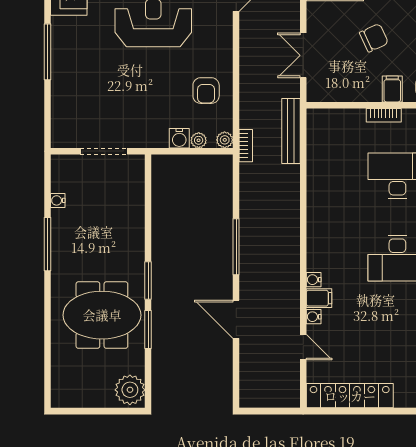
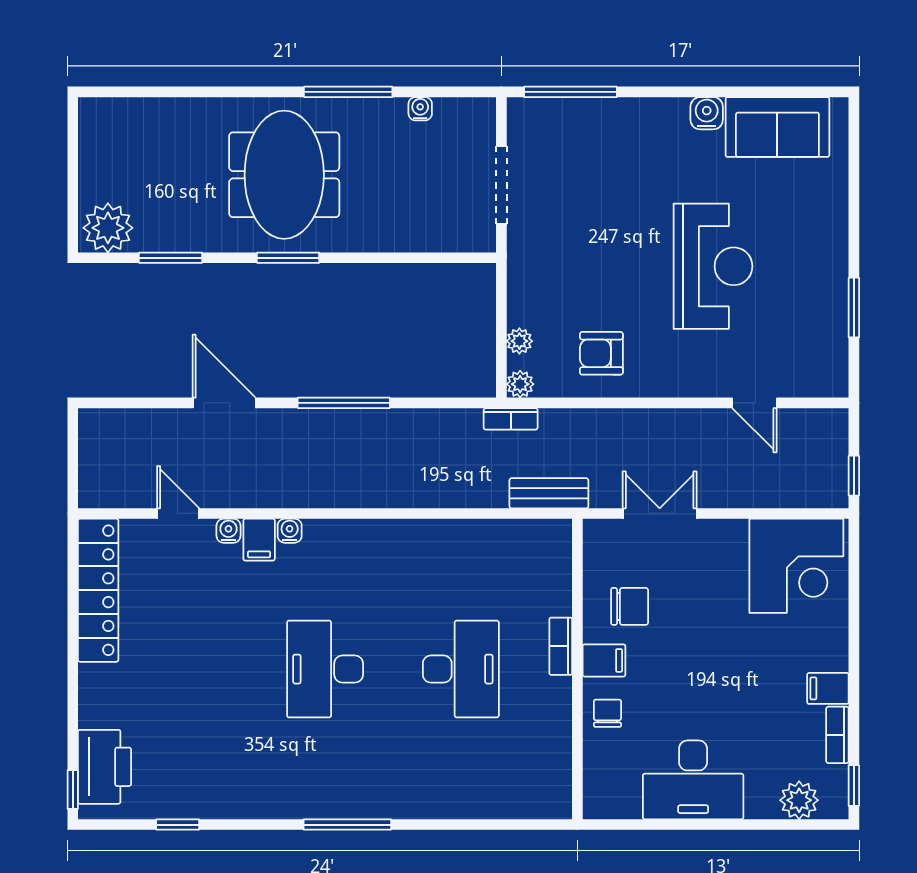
chair: (374, 38) -> (630, 606), moved, turned -65
window: (47, 52) -> (571, 92), moved
bench: (291, 131) -> (549, 493), width x0.73
water cooler: (179, 138) -> (707, 113), moved, turned 90
meeting table: (102, 315) -> (284, 175), moved
door: (236, 319) -> (224, 403), hinge flipped
window: (148, 329) -> (171, 258), moved
door: (303, 347) -> (178, 513), swing flipped

